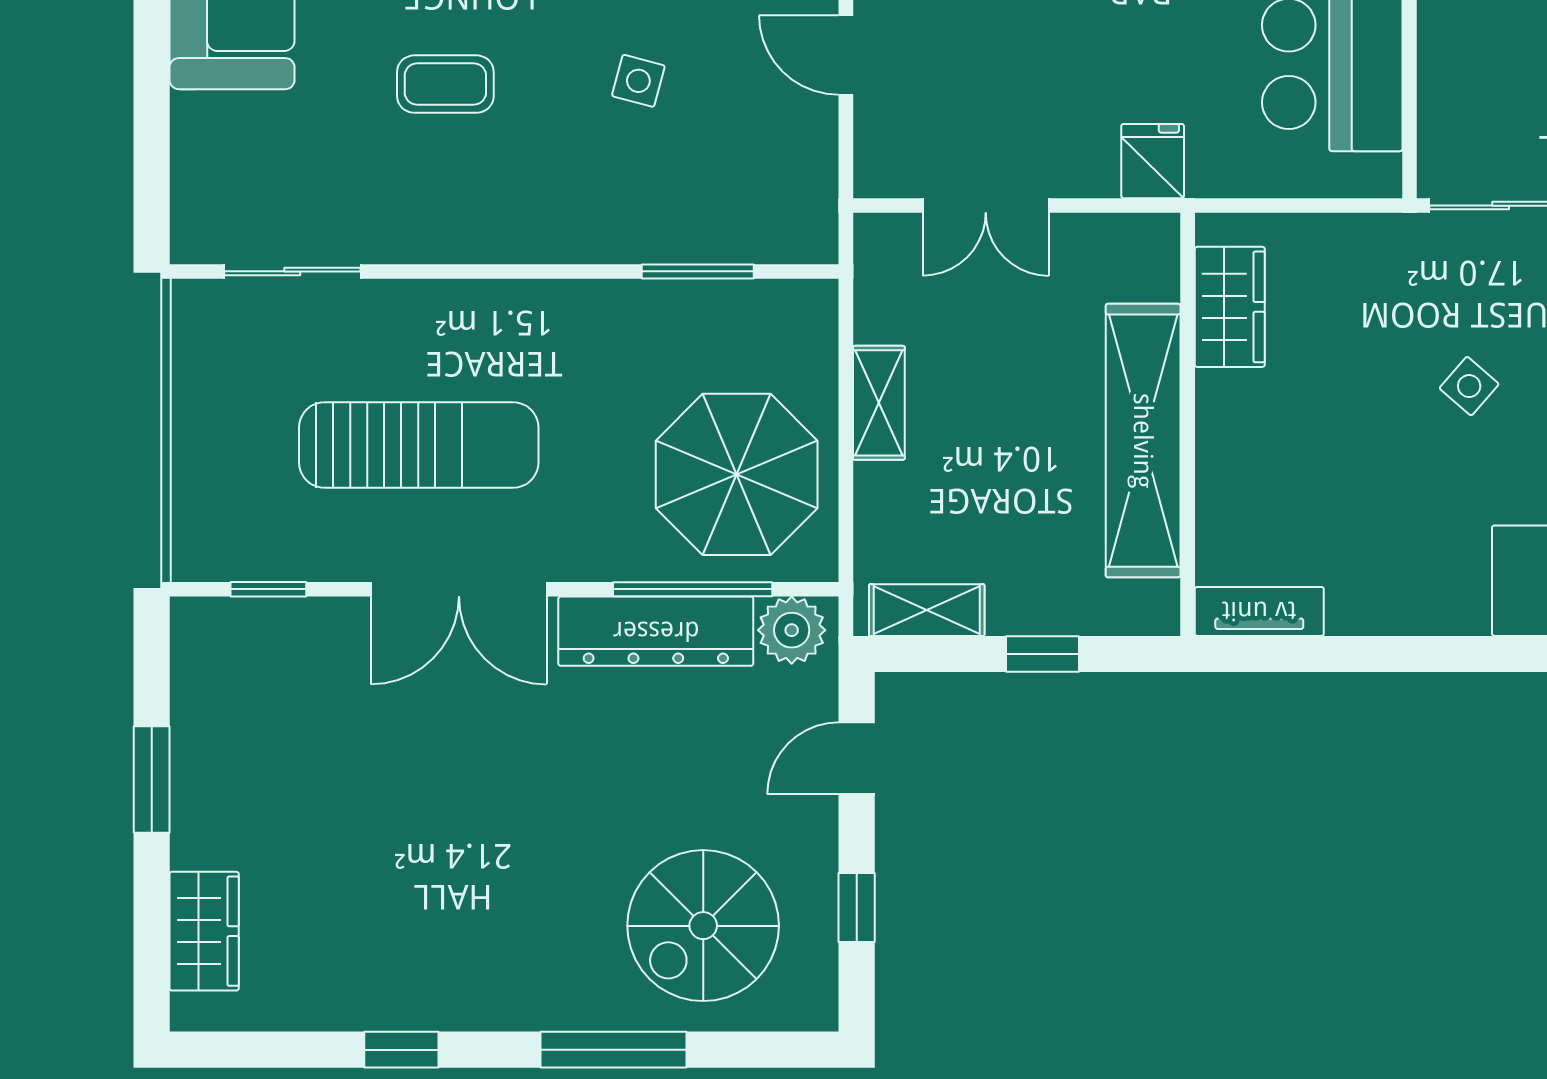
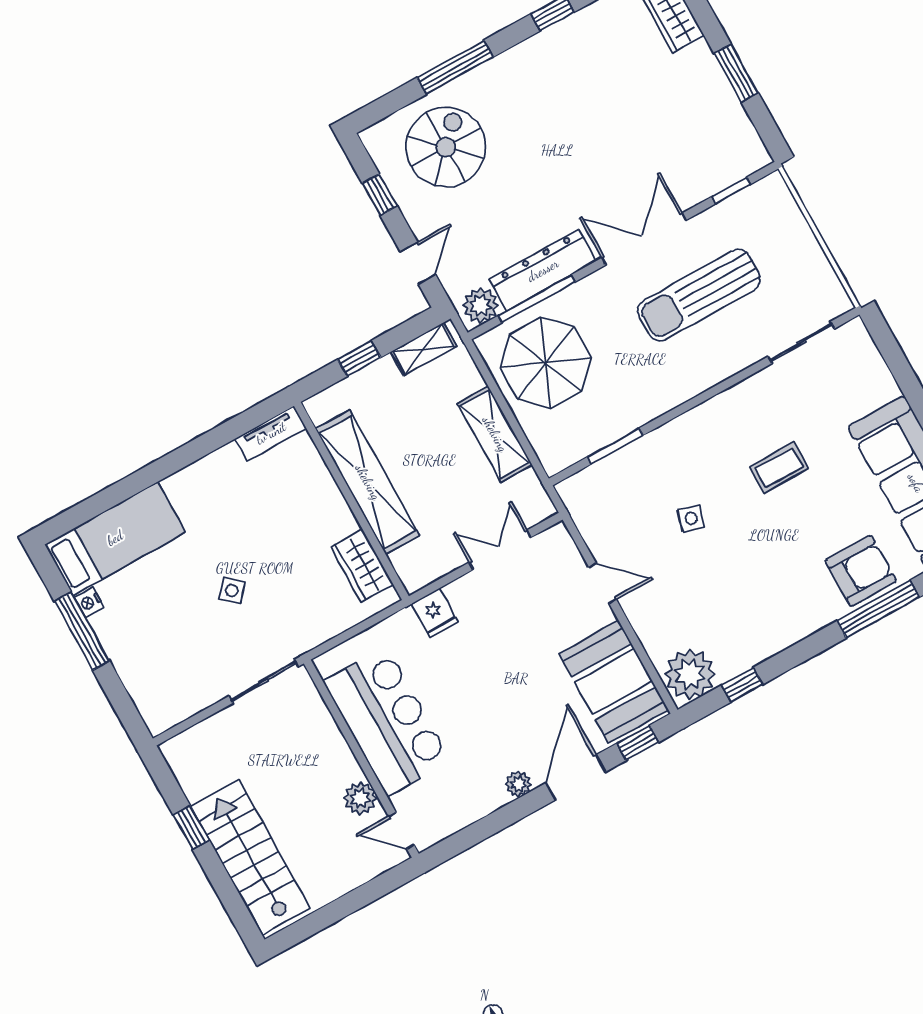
shelving: (879, 403) -> (495, 434), width x1.50, depth x1.33

